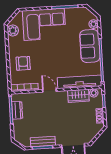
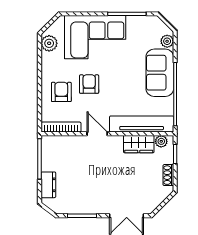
armchair: (42, 57) -> (89, 84), added
dresser: (17, 110) -> (48, 185), moved
bench: (43, 142) -> (83, 207), removed

